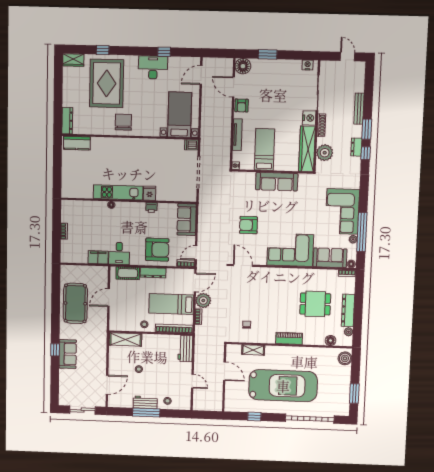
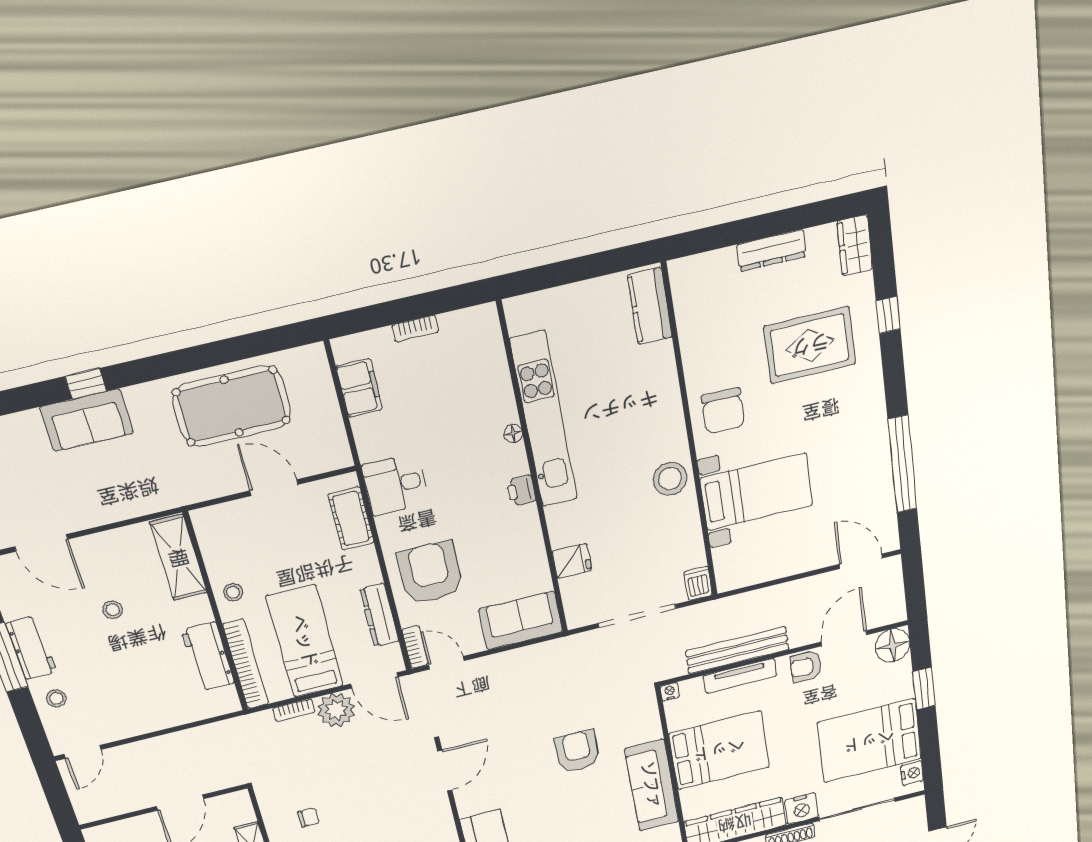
window: (164, 52) -> (902, 464), width x3.17
desk: (153, 67) -> (863, 448), removed
bed: (285, 82) -> (869, 741), added
rug: (107, 83) -> (810, 345), width x0.73, depth x0.69
bed with nightstands: (180, 115) -> (757, 492), moved
dresser: (67, 121) -> (771, 251), moved
chair: (123, 122) -> (723, 411), turned 90
bench: (225, 134) -> (737, 650), added
stool: (145, 148) -> (670, 479), added
bed: (265, 149) -> (719, 750), width x1.50
kitchen unit: (118, 192) -> (544, 420), width x1.36
fridge: (150, 193) -> (572, 561), moved
printer: (151, 208) -> (521, 490), moved
armchair: (248, 225) -> (577, 751), moved
armchair: (157, 250) -> (430, 573), turned 180
filing cabinet: (98, 257) -> (359, 388), moved
dresser: (153, 273) -> (379, 615), moved
workbench: (185, 348) -> (208, 657), moved, turned -90
door: (192, 381) -> (82, 752), moved

